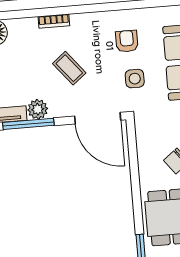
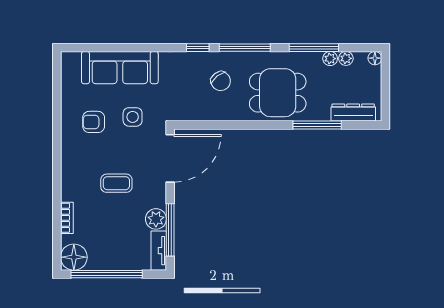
bookcase: (54, 21) -> (67, 218), moved
coffee table: (69, 68) -> (116, 183), turned 39

